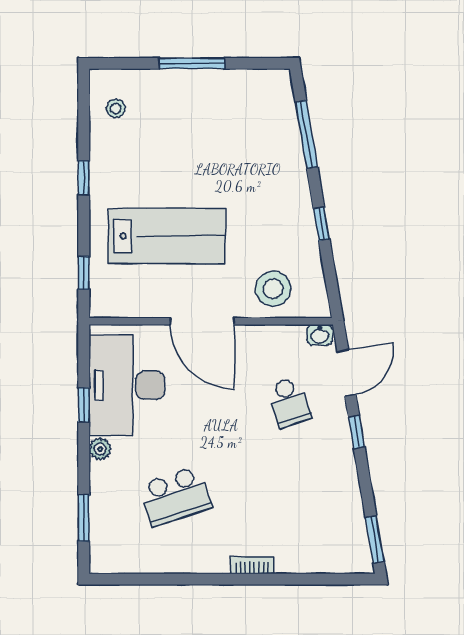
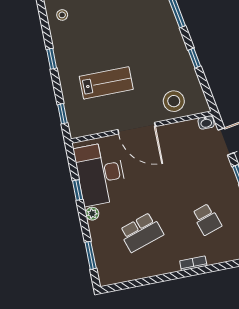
lab bench: (166, 236) -> (106, 83), width x0.73, depth x0.72
school desk: (289, 402) -> (207, 219), moved

